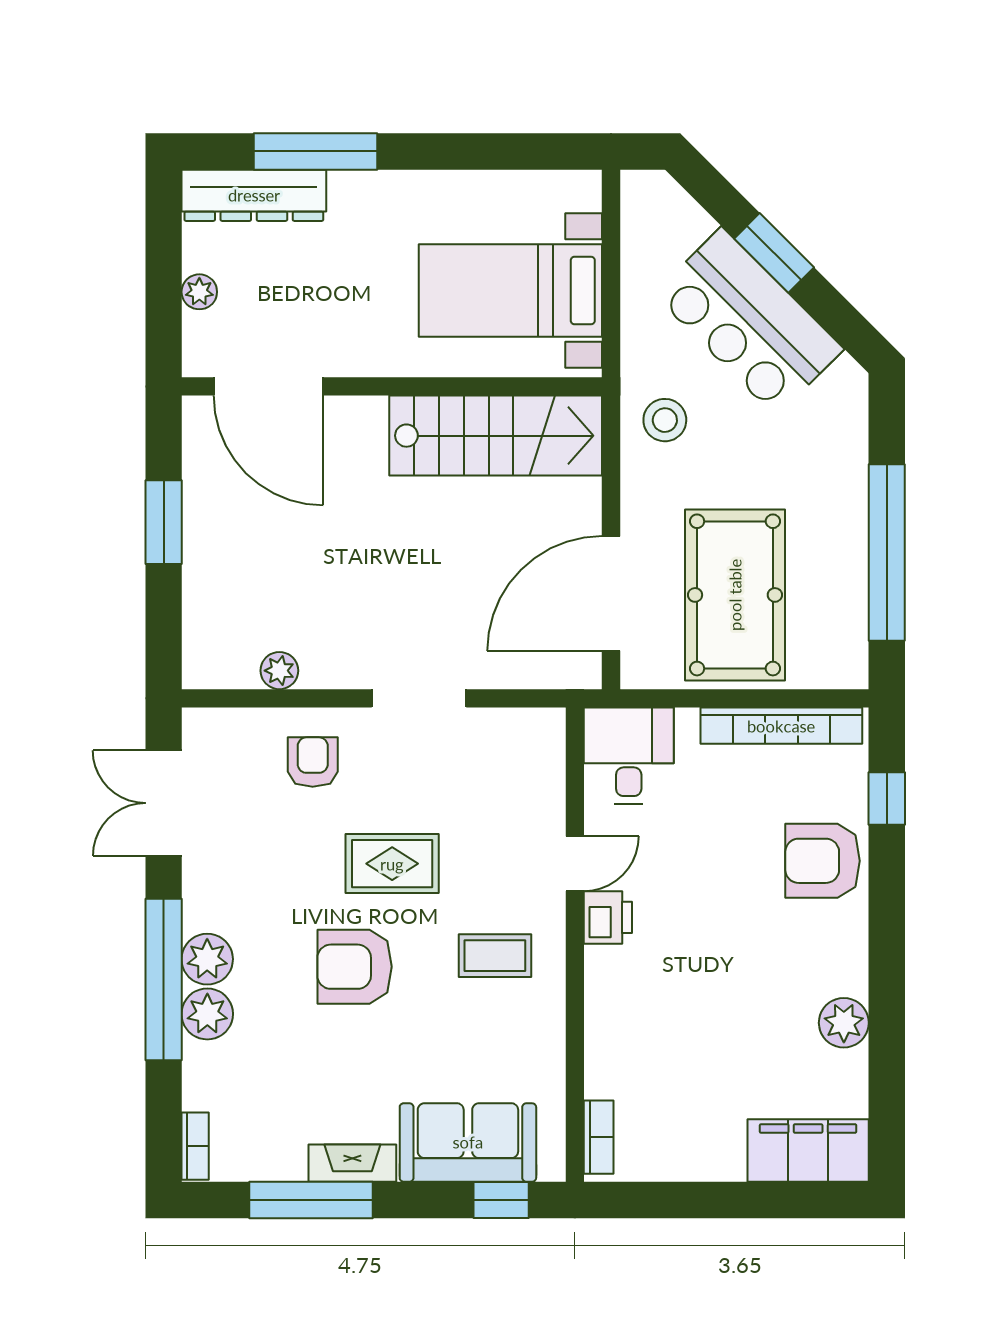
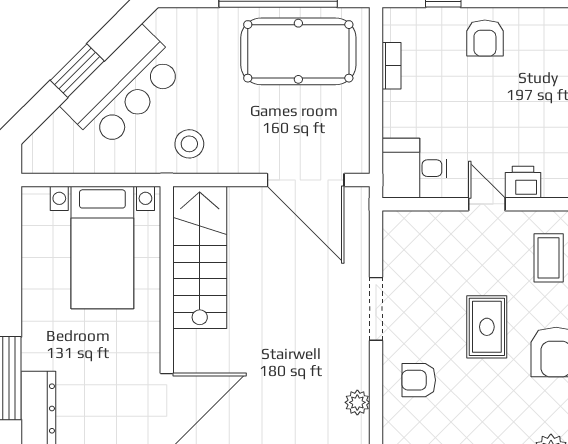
pool table: (735, 595) -> (298, 51), moved
bookcase: (781, 726) -> (391, 66), width x0.43, depth x0.76
armchair: (823, 861) -> (485, 38), width x0.72, depth x0.72

